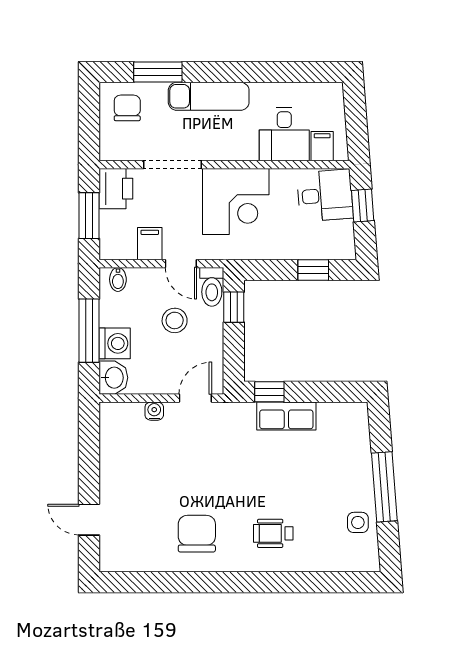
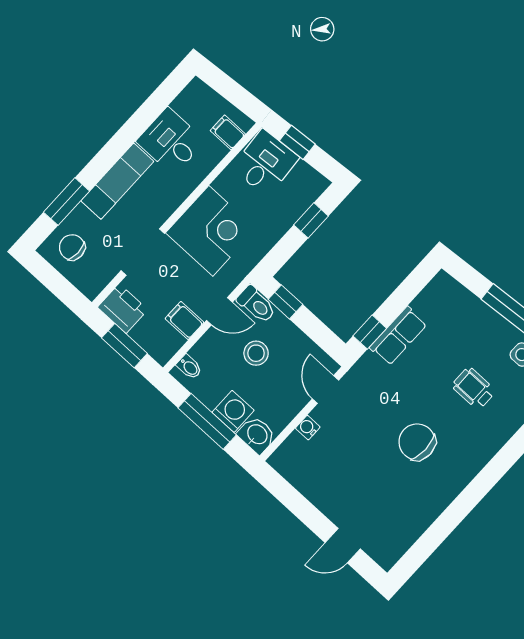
desk: (284, 134) -> (171, 141), moved, turned 180
wheelchair: (273, 533) -> (474, 388), moved, turned 90
chair: (197, 534) -> (417, 442), moved

